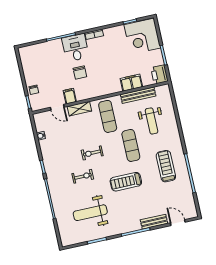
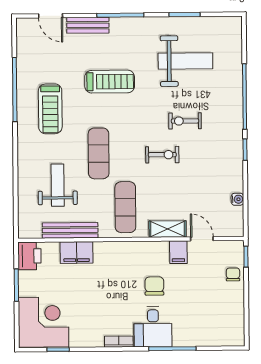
treadmill: (126, 182) -> (110, 82), moved

